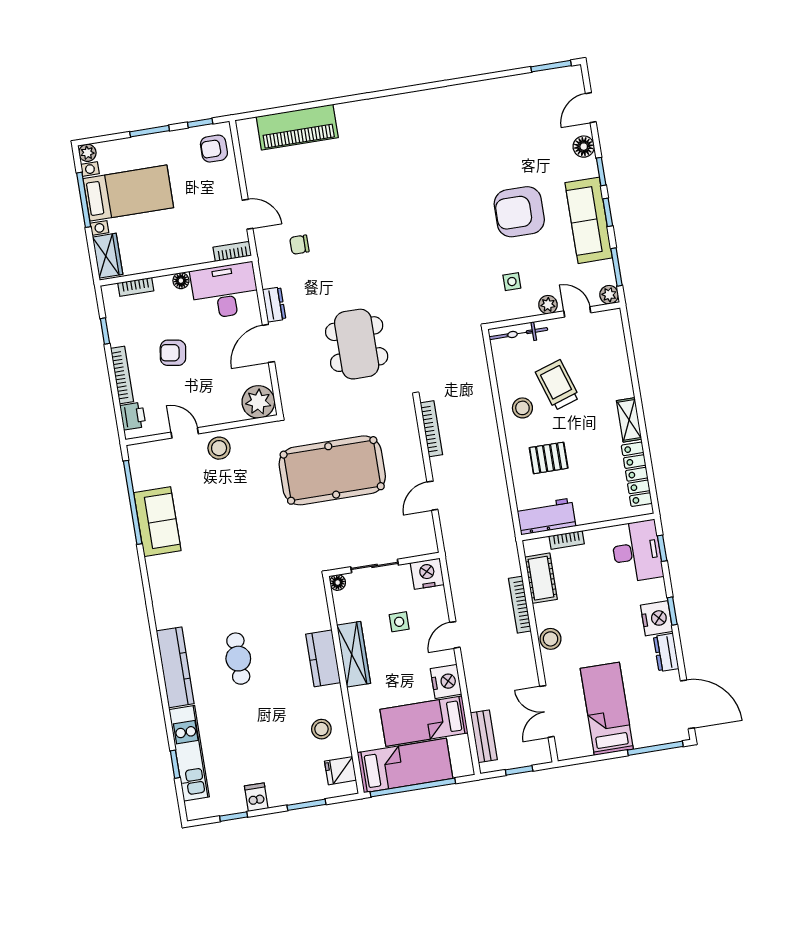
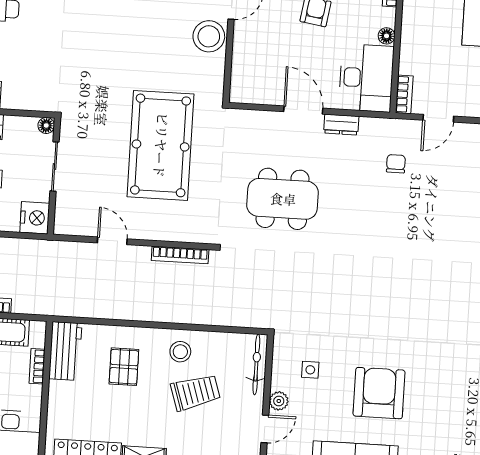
plant: (258, 402) -> (247, 86), removed
stool: (219, 448) -> (209, 36), width x1.38, depth x1.38

